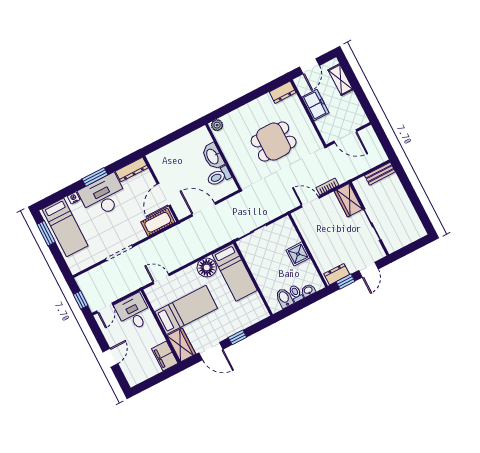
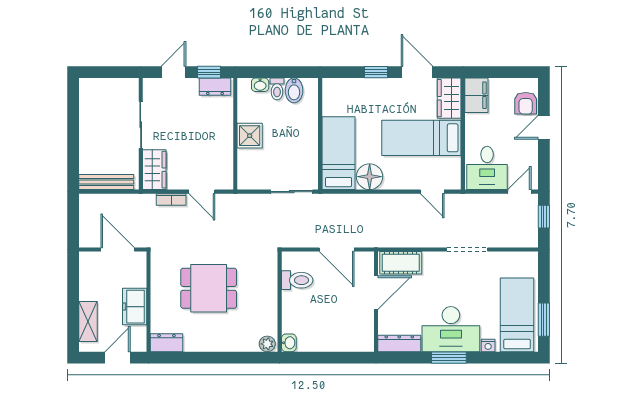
washbasin: (213, 156) -> (289, 343), moved, width x0.52, depth x0.69
bench: (380, 174) -> (106, 182), width x1.36
armchair: (130, 367) -> (526, 103), added

